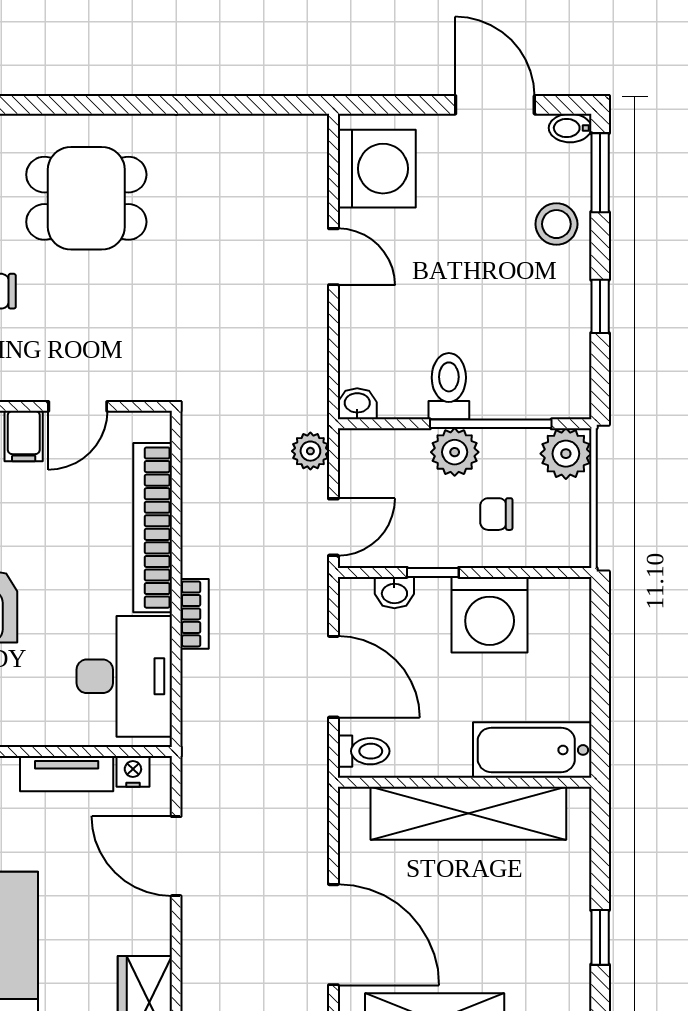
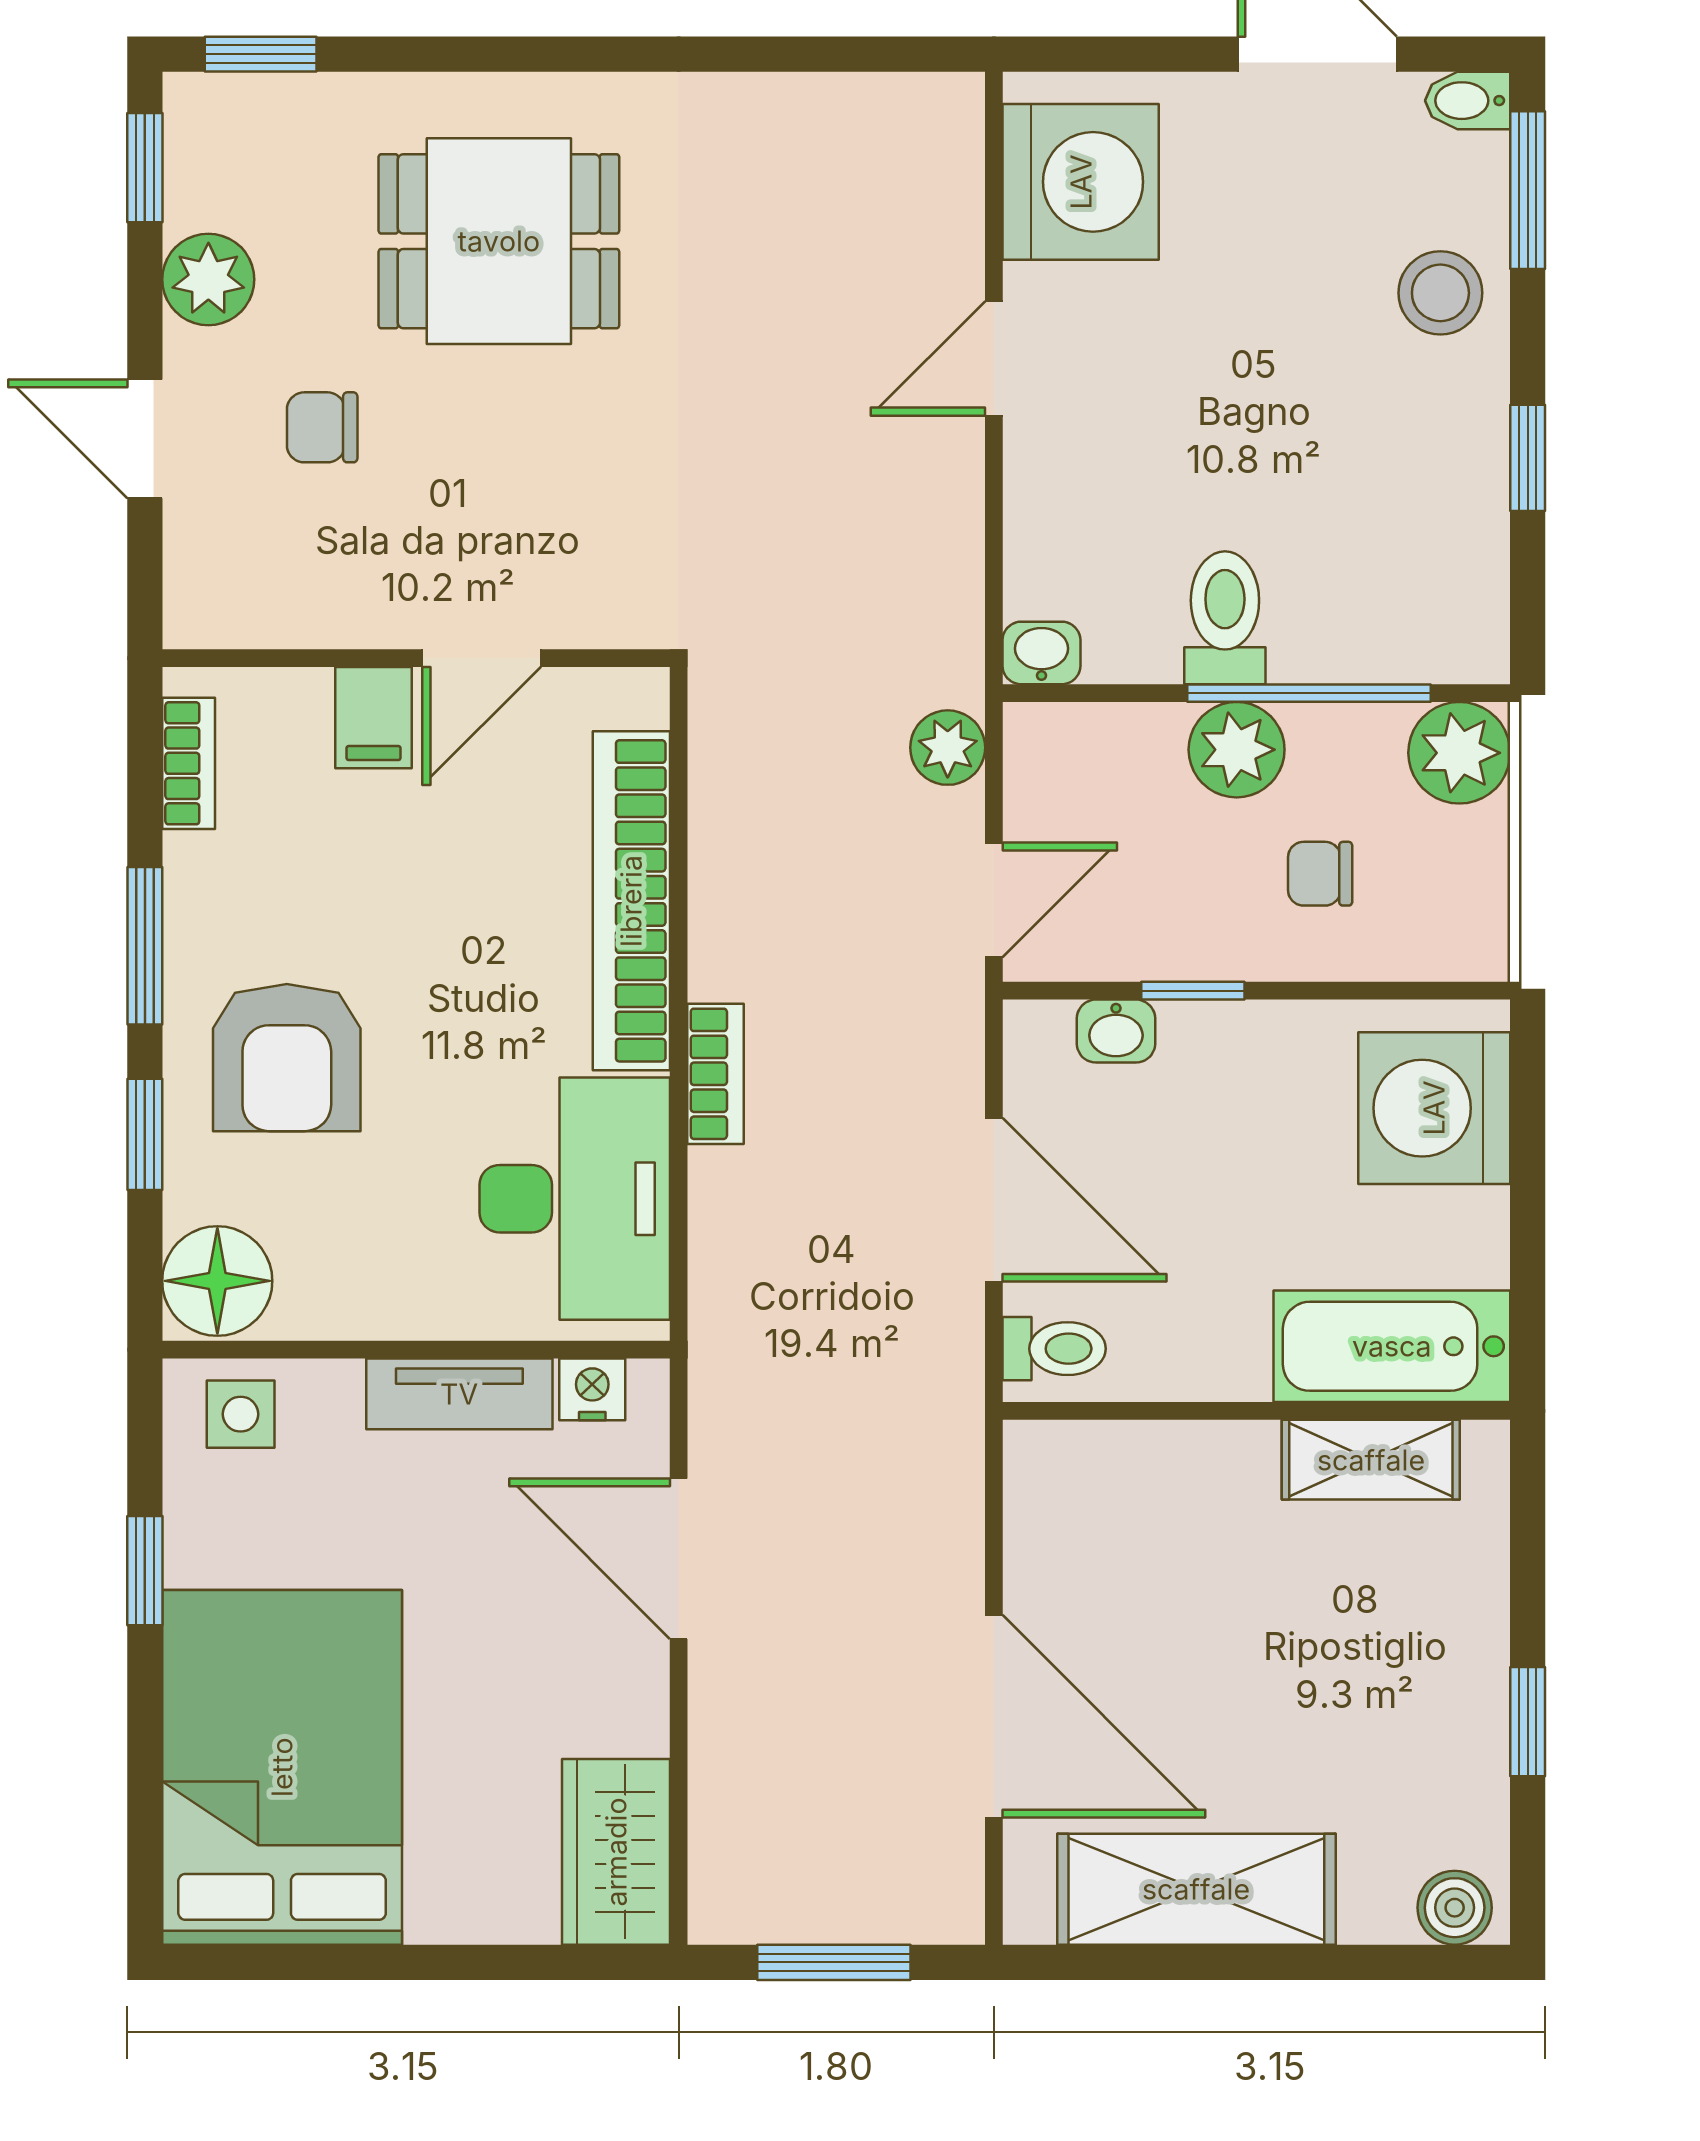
door: (333, 257) -> (994, 358), swing flipped
washing machine: (490, 615) -> (1434, 1108), moved, turned 90
shelving: (468, 813) -> (1371, 1460), width x0.45, depth x0.75

